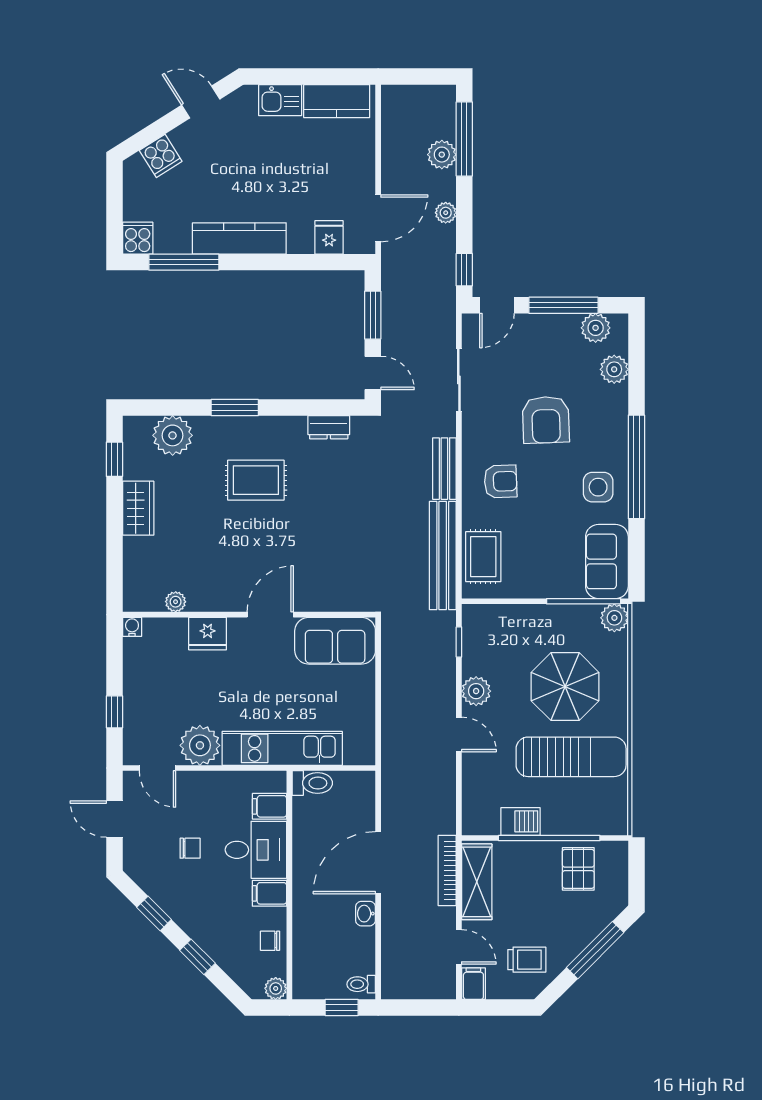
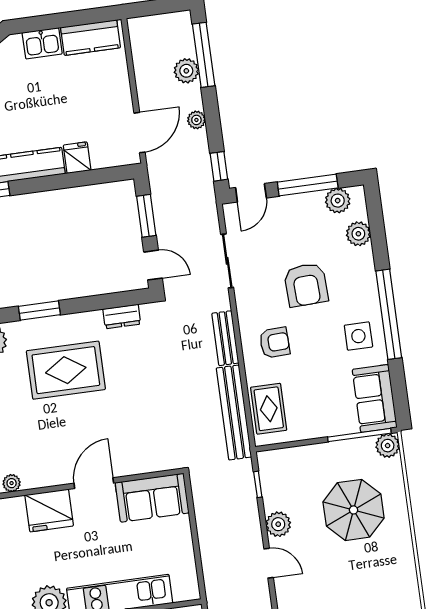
fridge: (329, 237) -> (77, 158), moved
rug: (256, 480) -> (66, 370), width x1.36, depth x1.43
fridge: (208, 634) -> (49, 510), width x1.36, depth x1.34
sun lounger: (571, 757) -> (367, 569), removed

